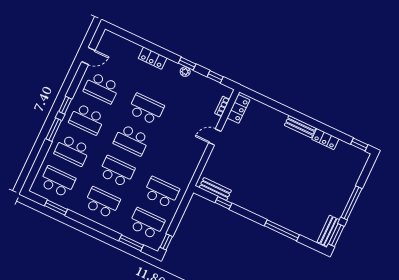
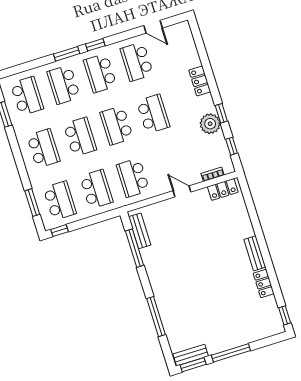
plant: (185, 72) -> (210, 124), width x1.87, depth x1.87
school desk: (176, 161) -> (133, 178), added
window: (223, 203) -> (135, 248), width x2.17

